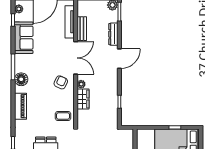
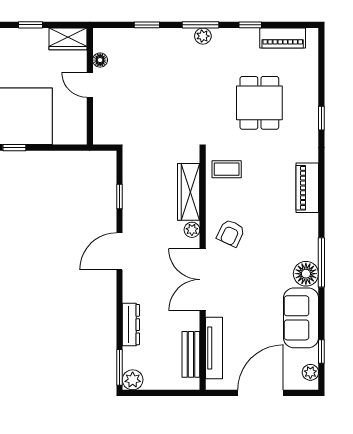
bench: (82, 29) -> (191, 354), moved
door: (119, 59) -> (120, 251), moved
floor lamp: (21, 79) -> (306, 274), moved
wardrobe: (83, 99) -> (189, 192), width x1.50

